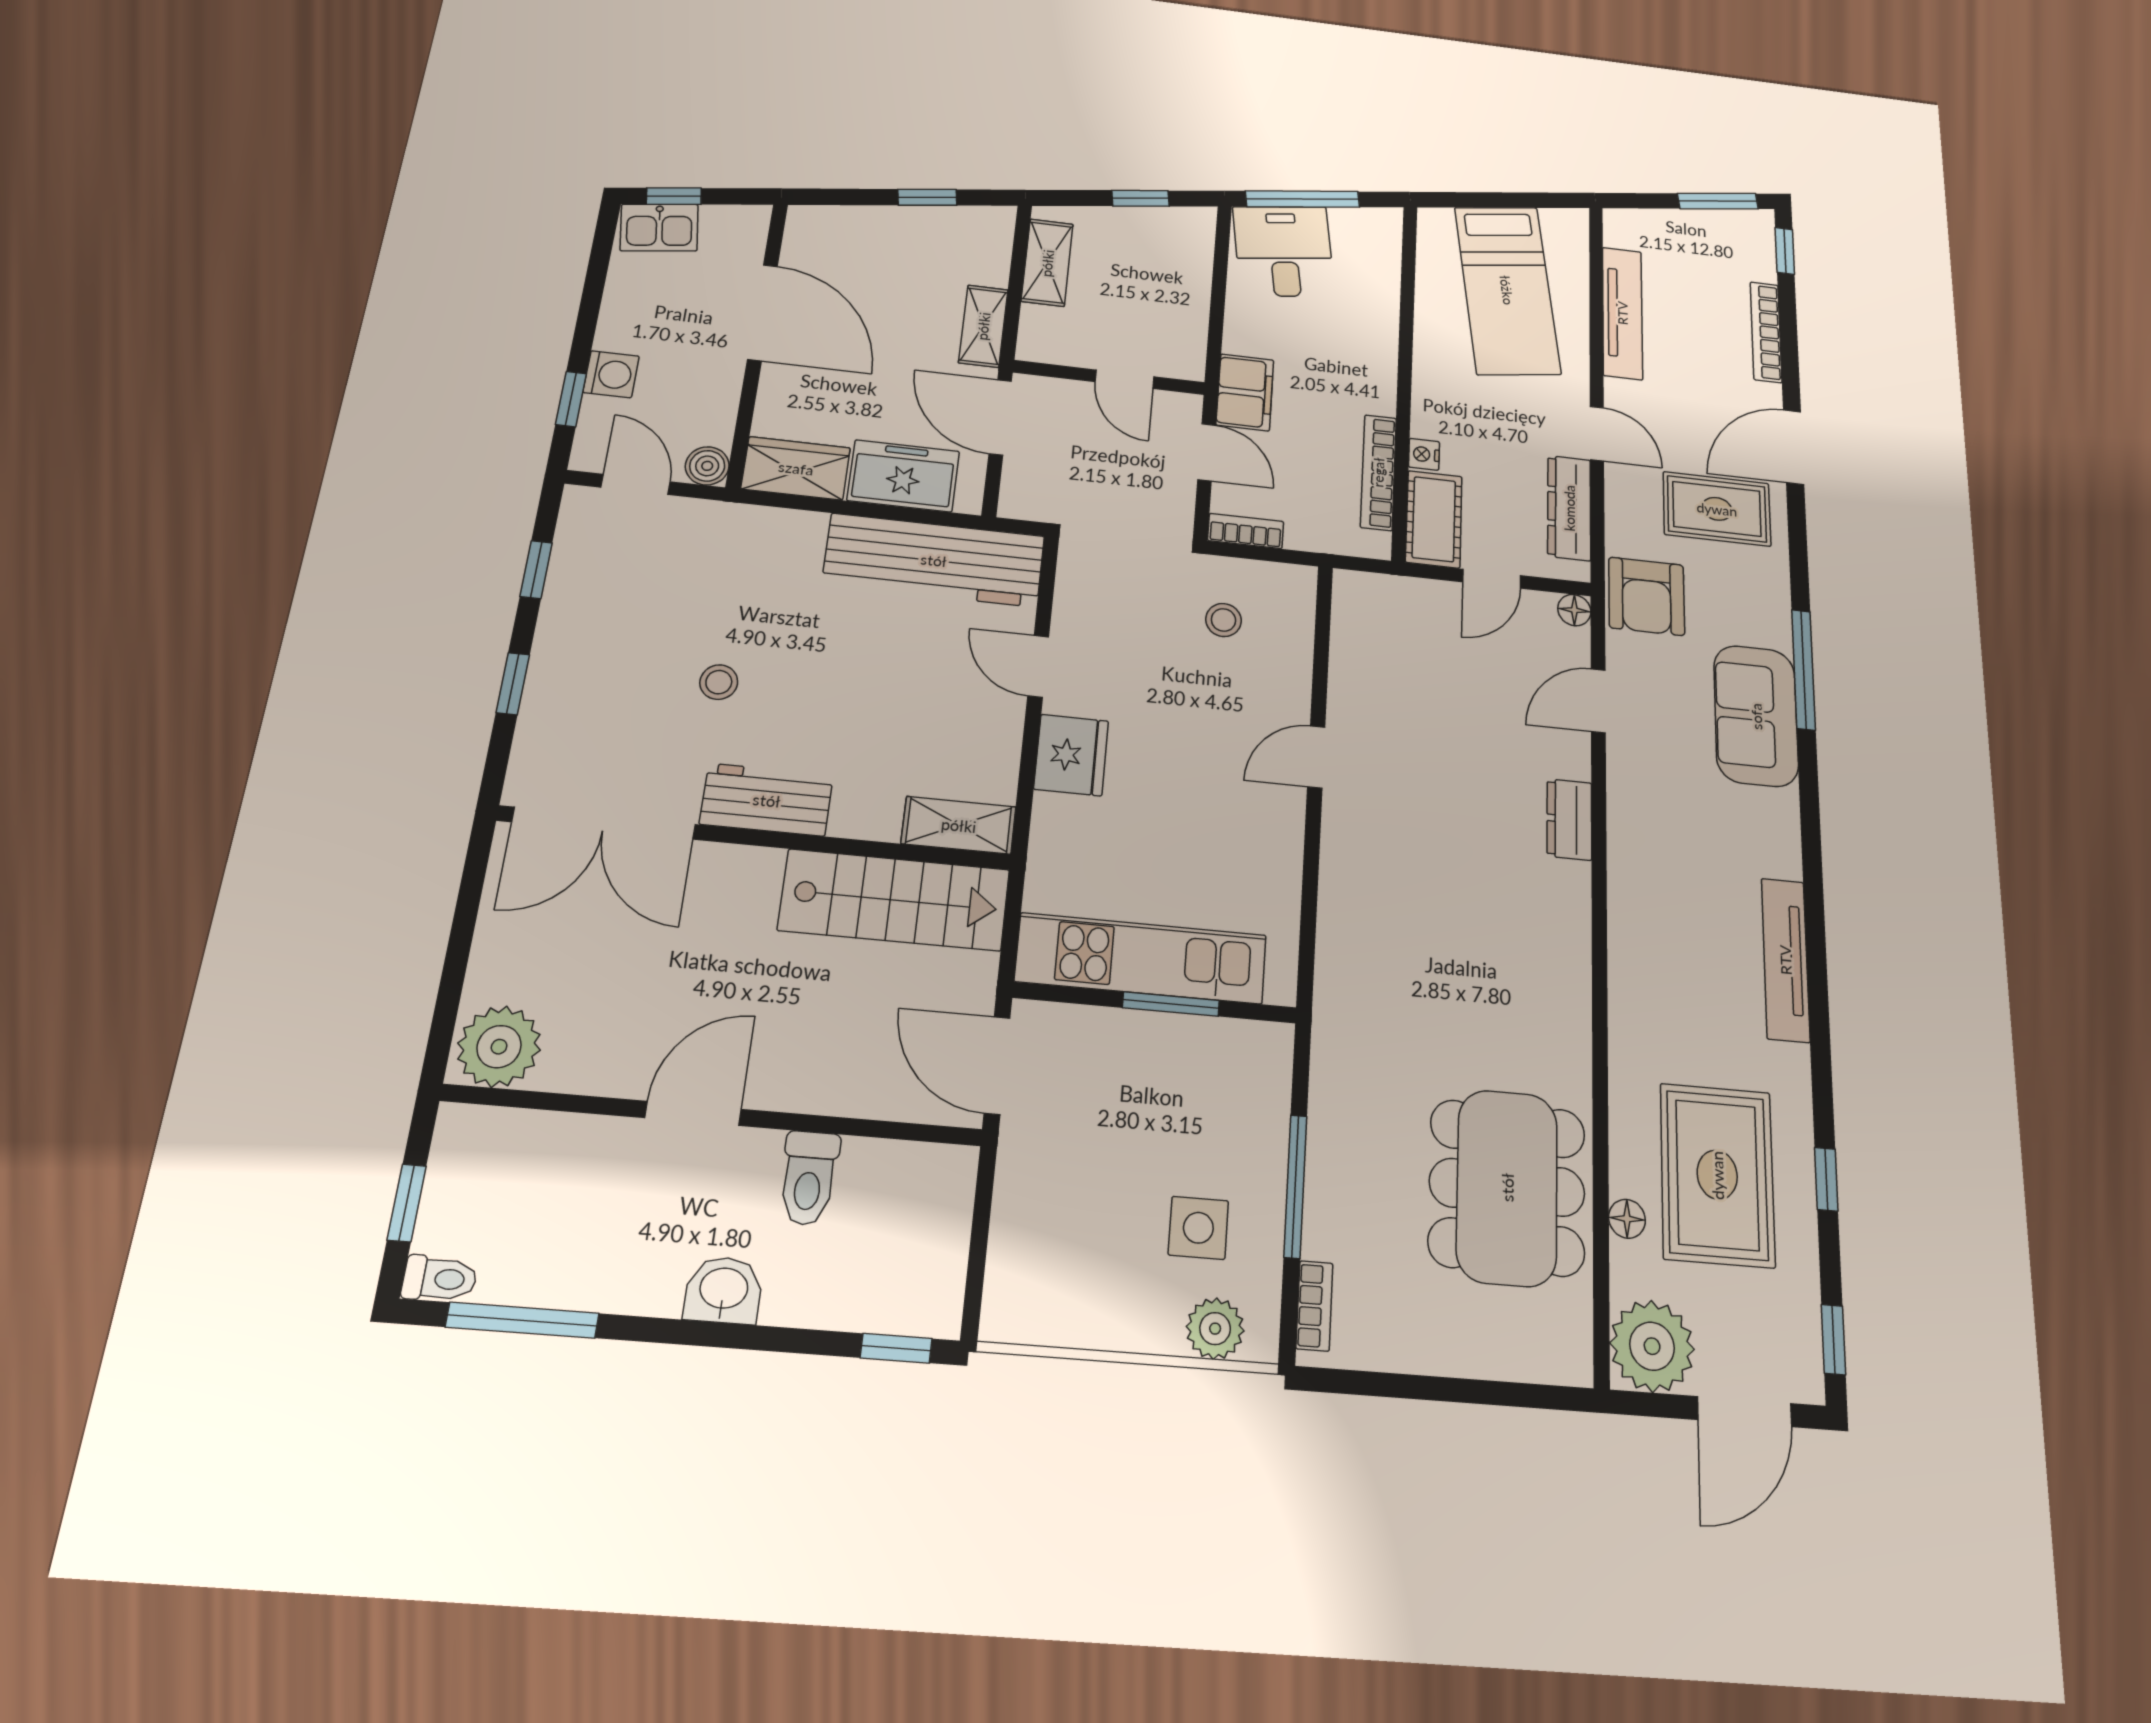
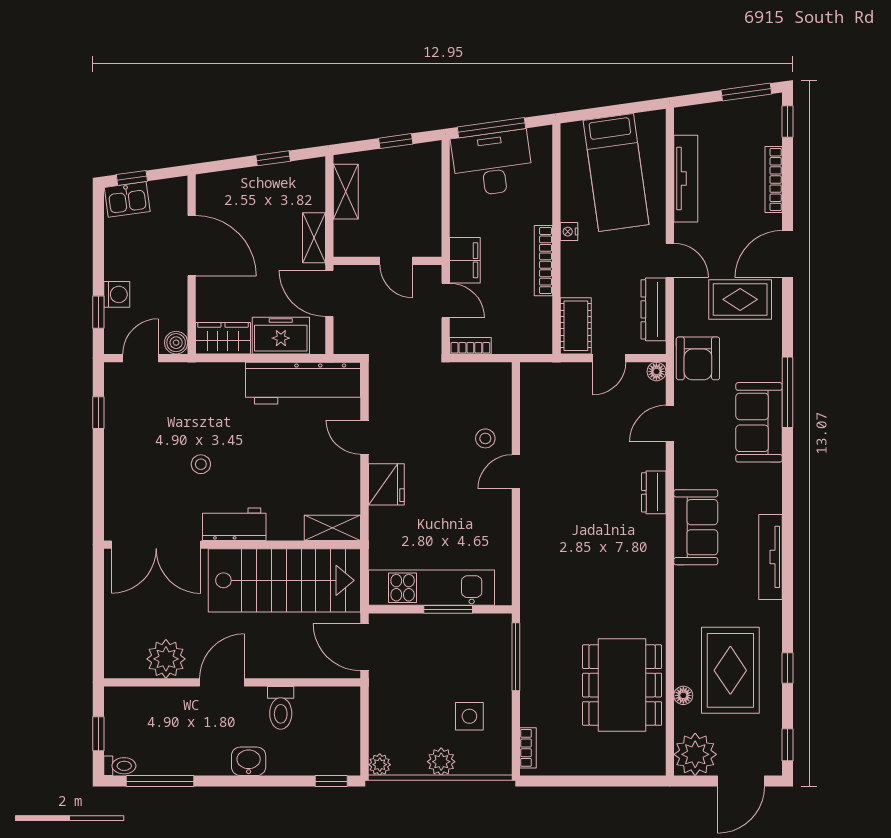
desk: (1284, 251) -> (492, 163), width x1.37
nightstand: (1424, 454) -> (569, 232), moved
bookcase: (1378, 472) -> (543, 261), moved
door: (636, 484) -> (141, 358), hinge flipped
stool: (1223, 620) -> (485, 438), moved
window: (513, 684) -> (98, 476), removed
sofa: (1647, 891) -> (696, 527), added
stairs: (894, 900) -> (284, 580), width x1.36, depth x1.51
plant: (499, 1047) -> (166, 659), moved
window: (1295, 1186) -> (516, 657), moved
plant: (1003, 1319) -> (380, 765), added
plant: (1215, 1329) -> (441, 762), moved

